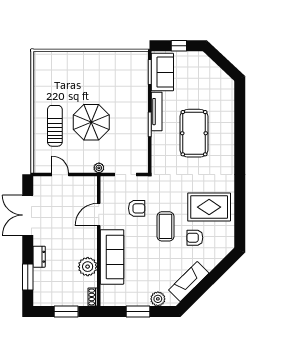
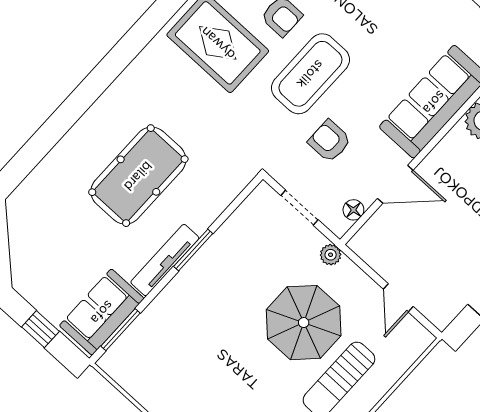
parasol: (91, 122) -> (304, 323), moved
floor lamp: (105, 192) -> (353, 210), added
coffee table: (166, 226) -> (310, 74), width x1.36, depth x1.32

